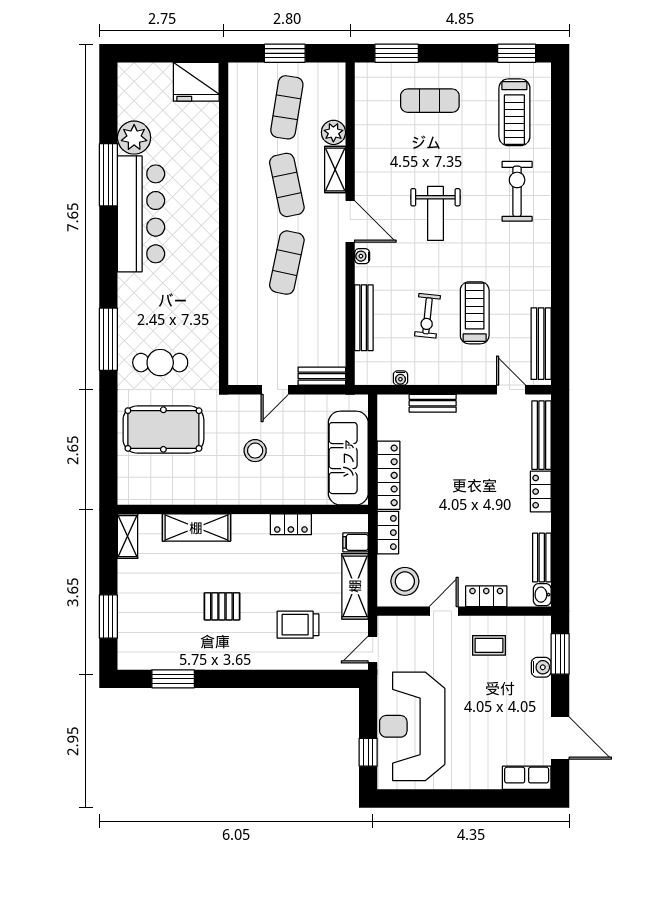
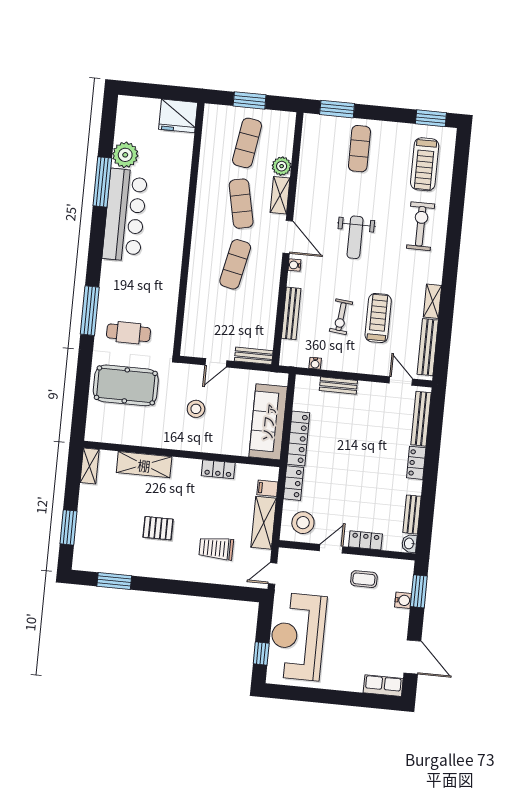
exercise mat: (430, 101) -> (359, 149), turned 90
shelving: (542, 285) -> (433, 301), added

